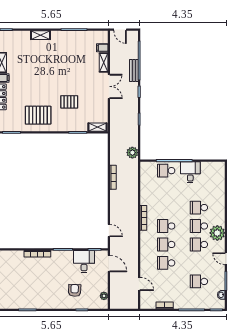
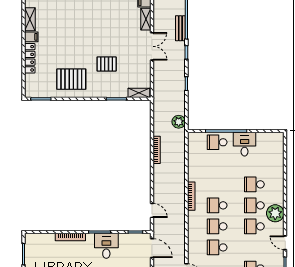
desk: (84, 262) -> (106, 246), moved

